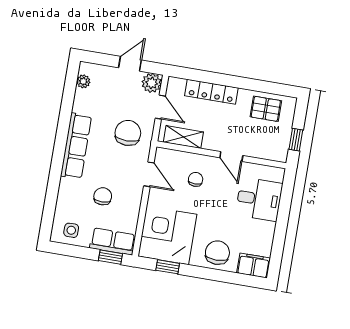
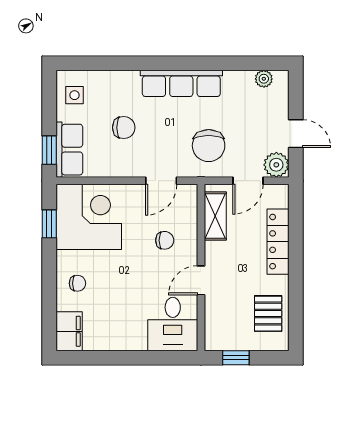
chair: (128, 133) -> (209, 146), turned 90
desk: (259, 199) -> (173, 324), moved
chair: (217, 253) -> (78, 283), width x0.54, depth x0.54

